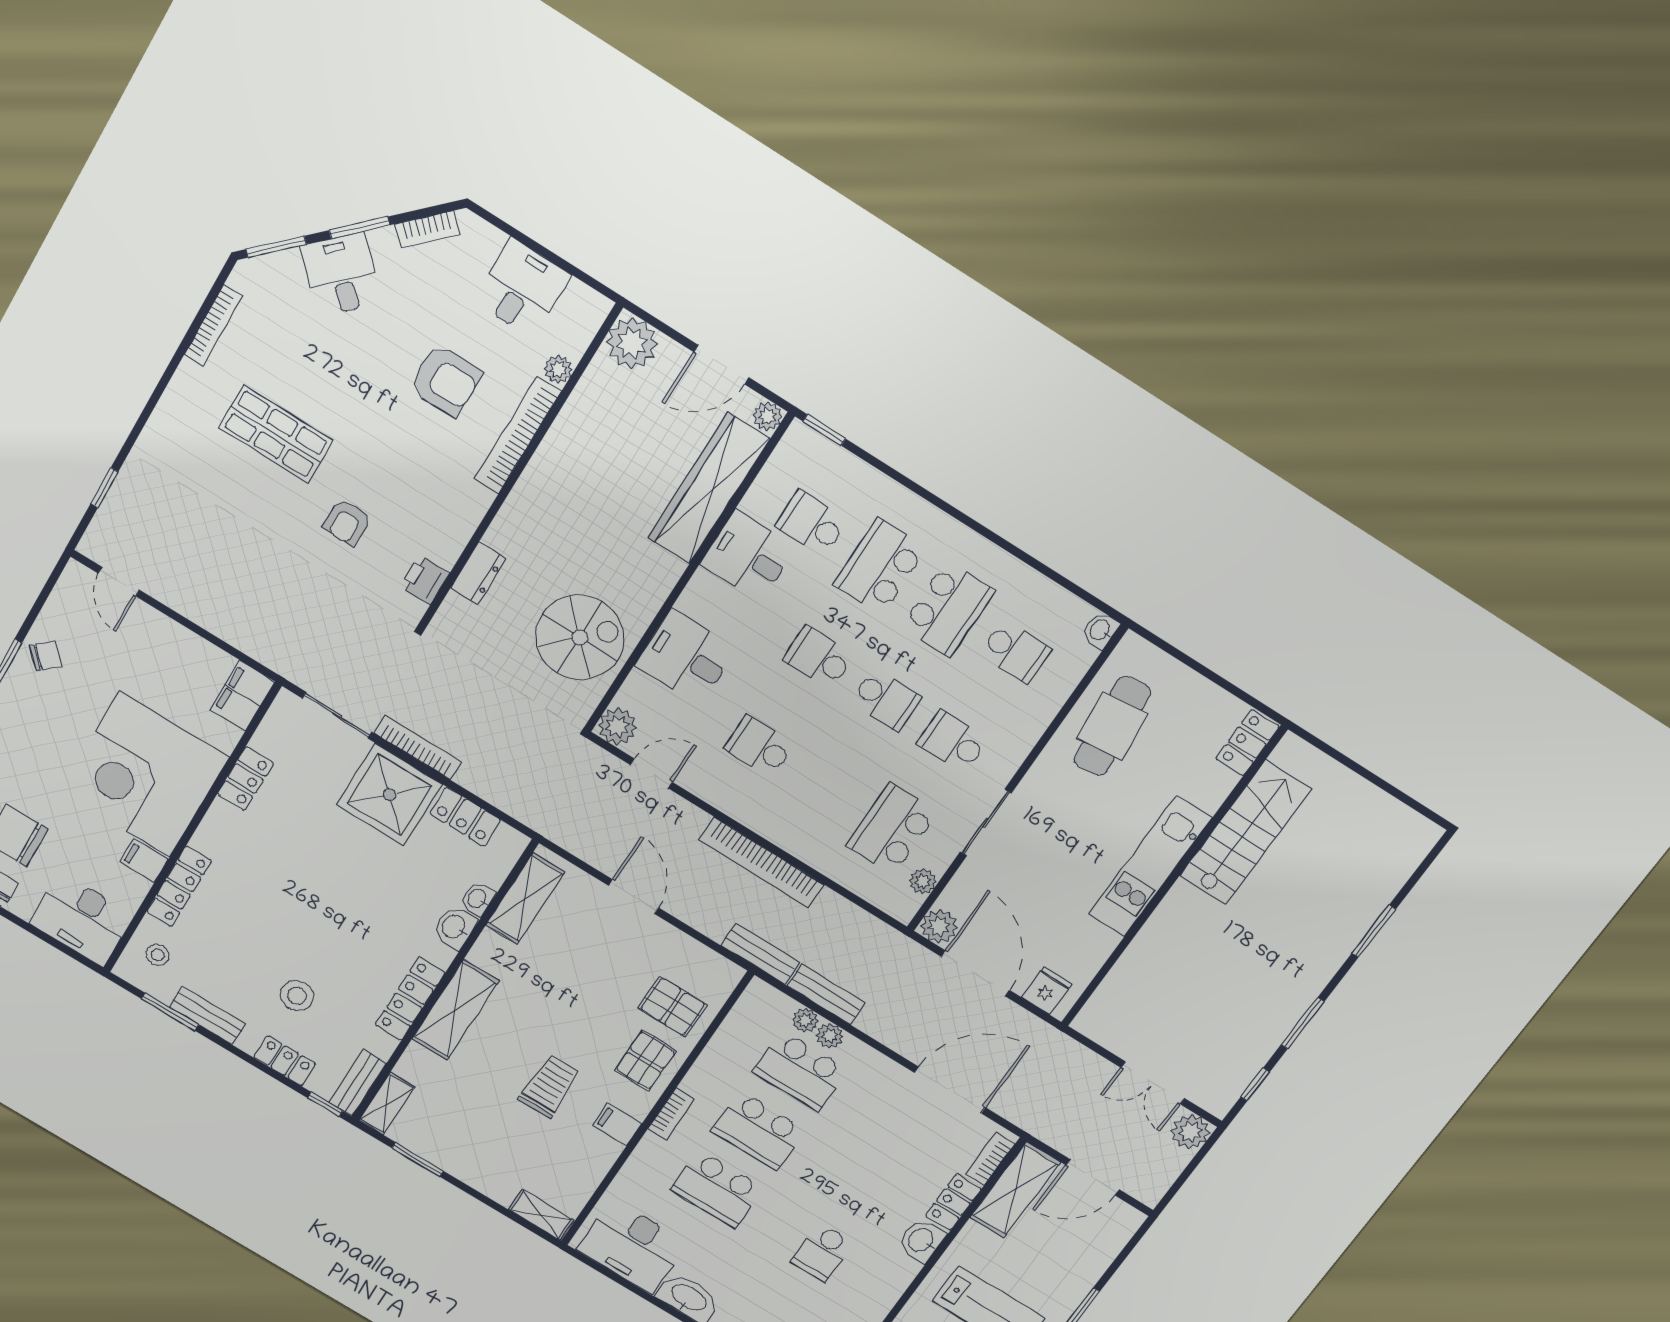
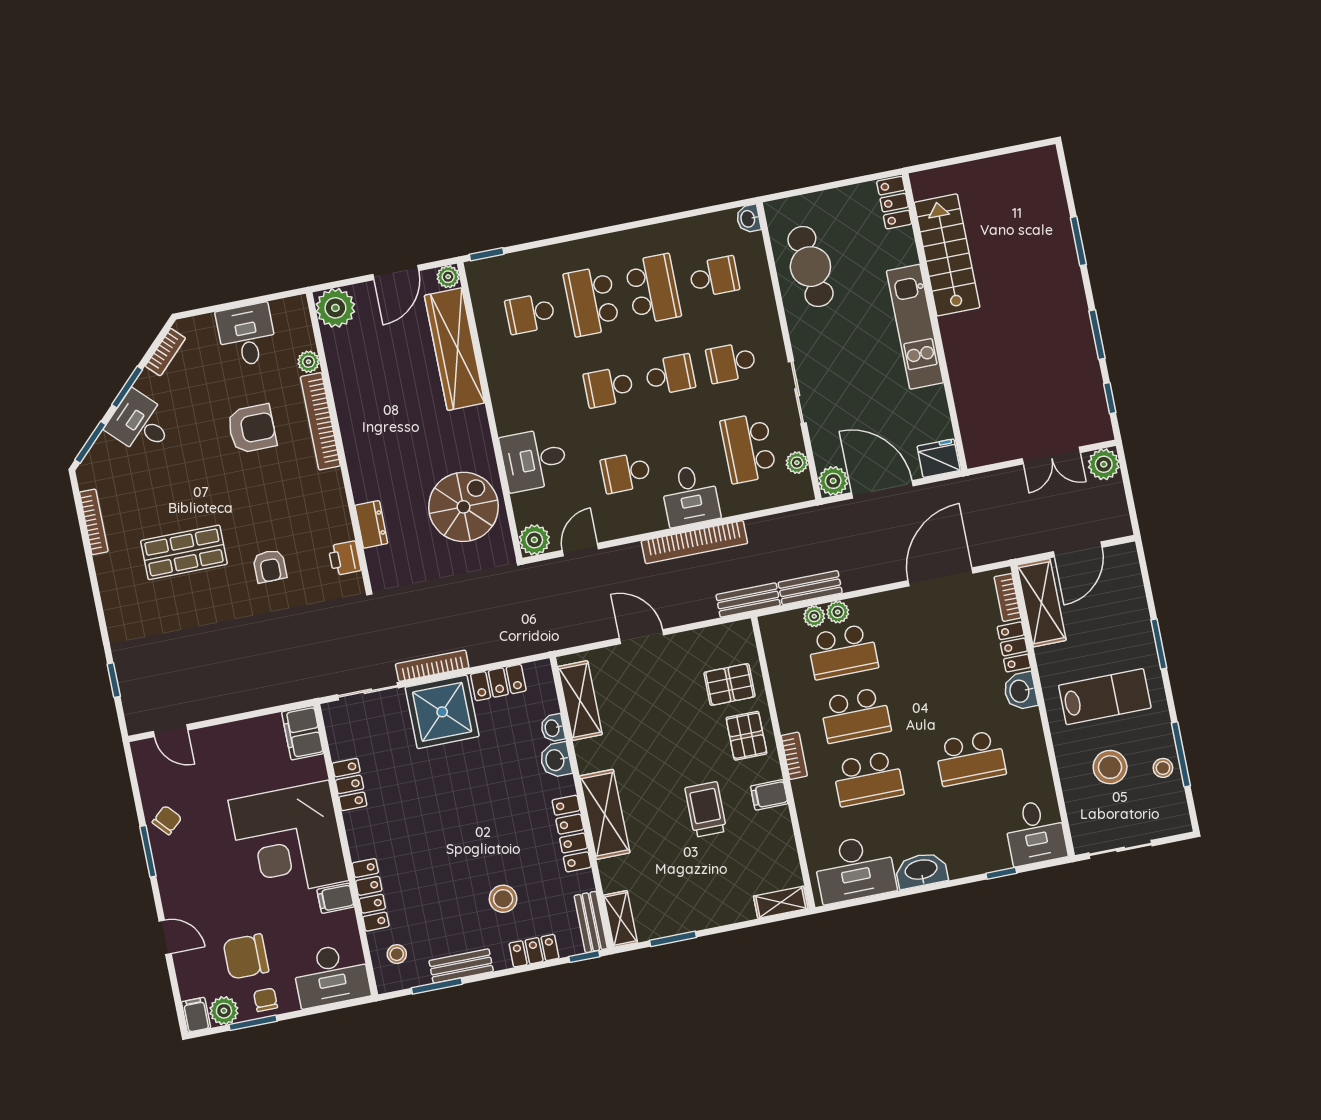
desk: (748, 556) -> (690, 495), moved, turned -90
fridge: (1047, 991) -> (939, 458), width x1.38
school desk: (822, 1252) -> (970, 758), width x1.85

